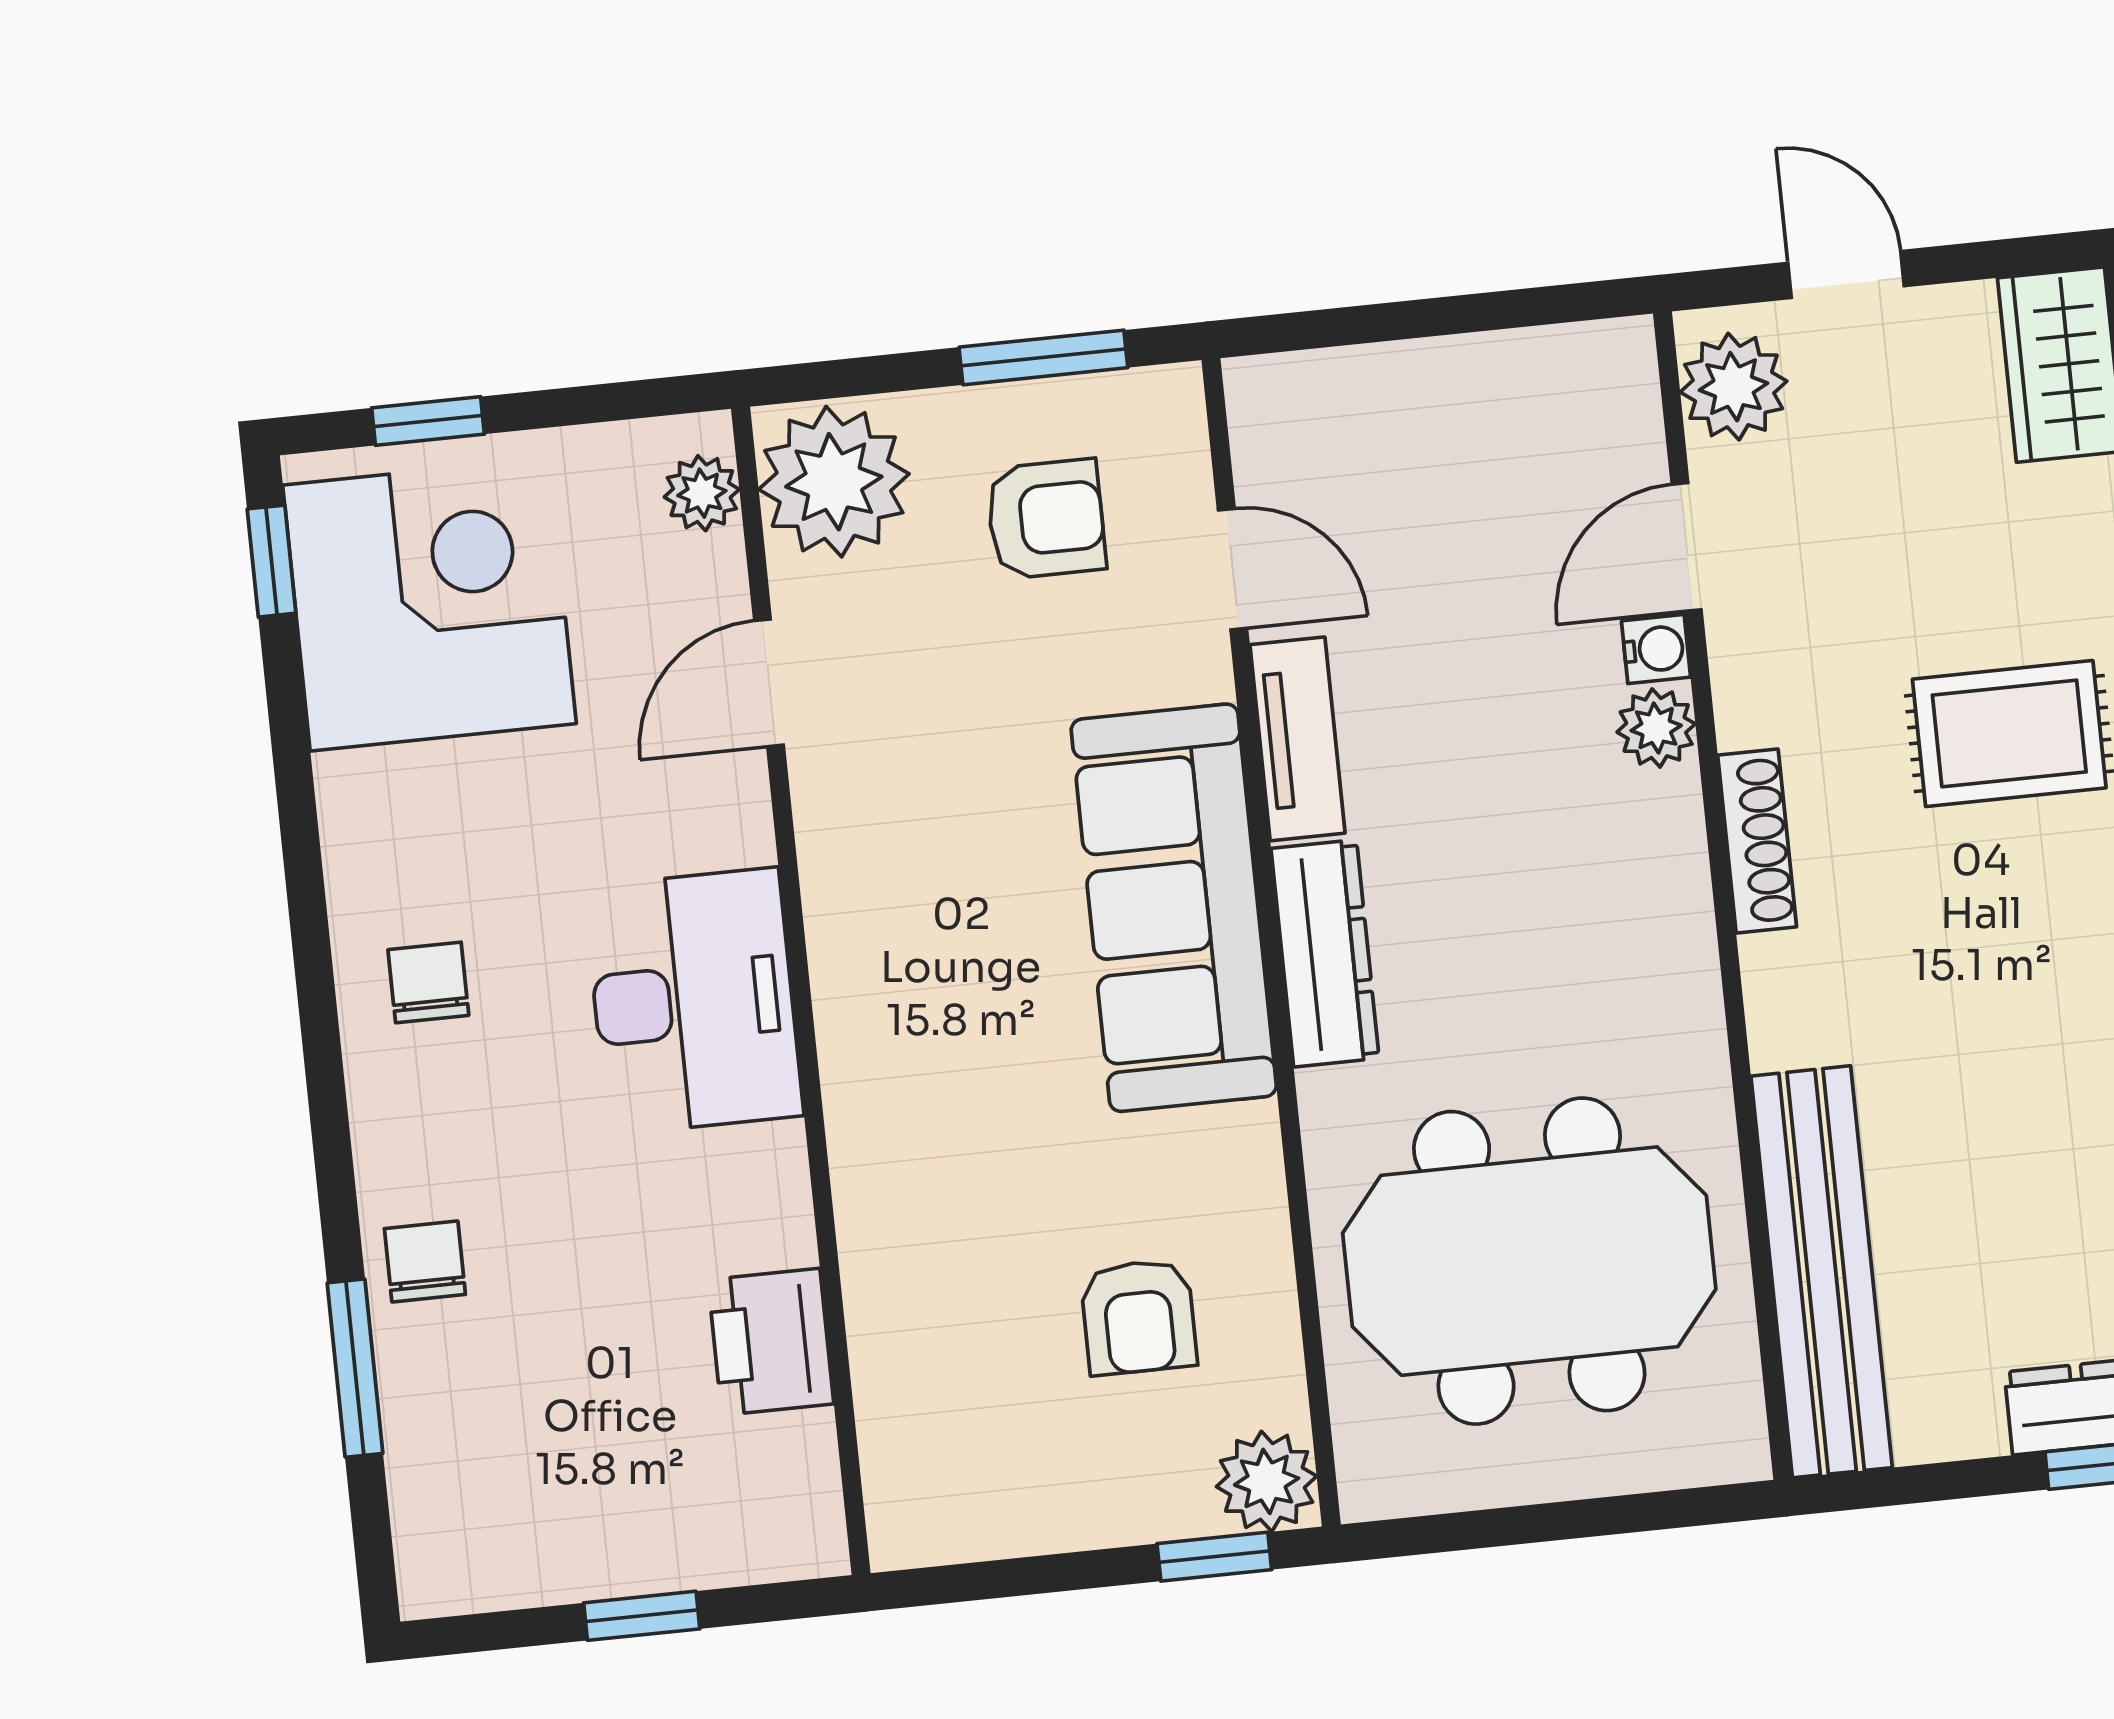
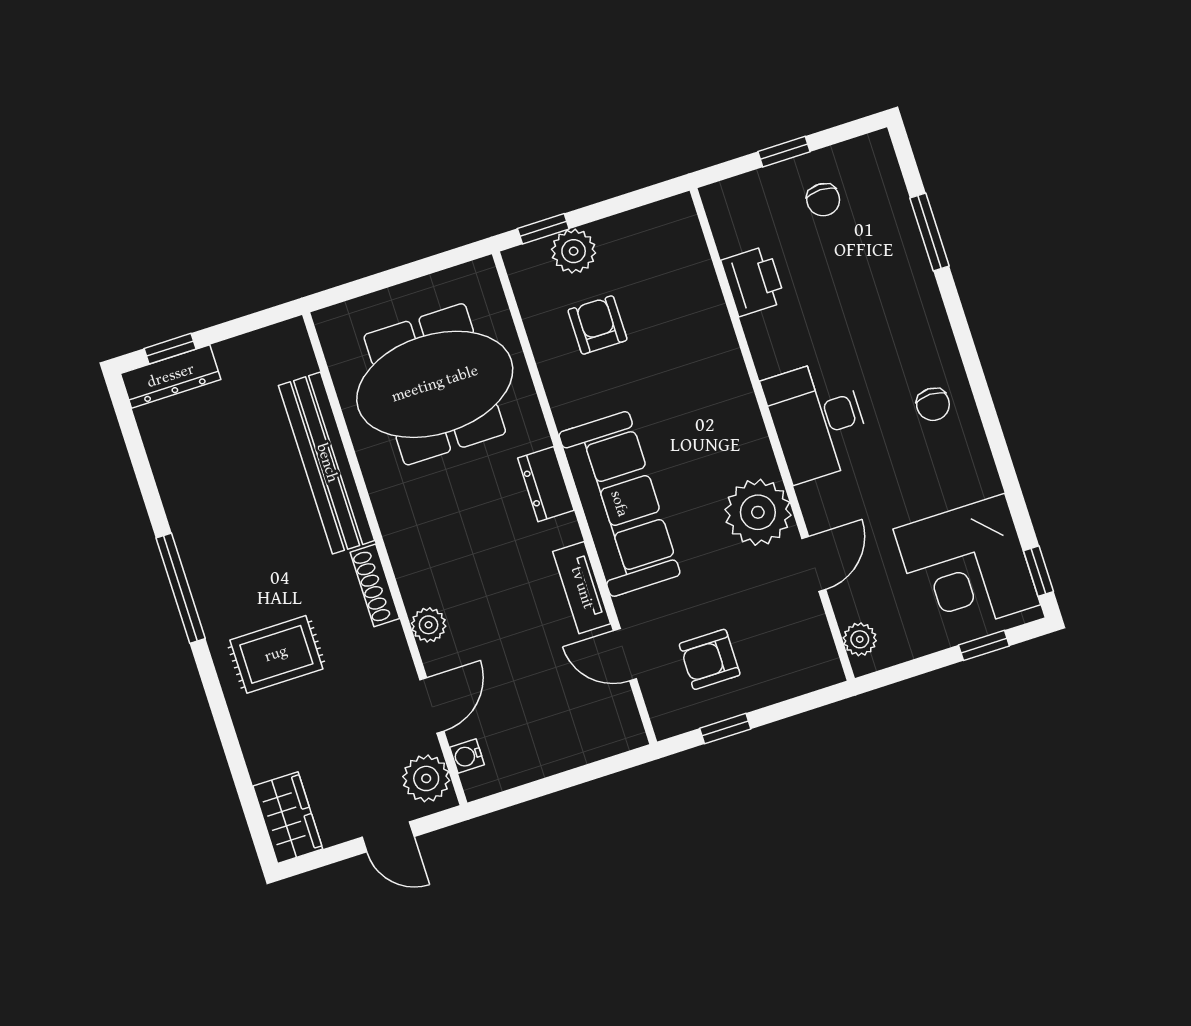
window: (1043, 357) -> (725, 729), width x0.67
plant: (834, 482) -> (758, 512), moved
water cooler: (1656, 649) -> (467, 756), moved
dresser: (1325, 953) -> (546, 484), width x0.70
chair: (425, 1262) -> (823, 200), moved
bench: (1822, 1272) -> (327, 463), moved
plant: (1267, 1481) -> (574, 251), moved

